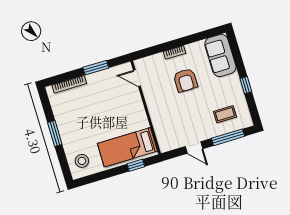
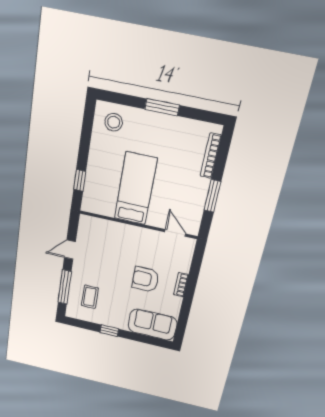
door: (137, 78) -> (175, 233), hinge flipped
bed: (127, 147) -> (136, 189), moved

